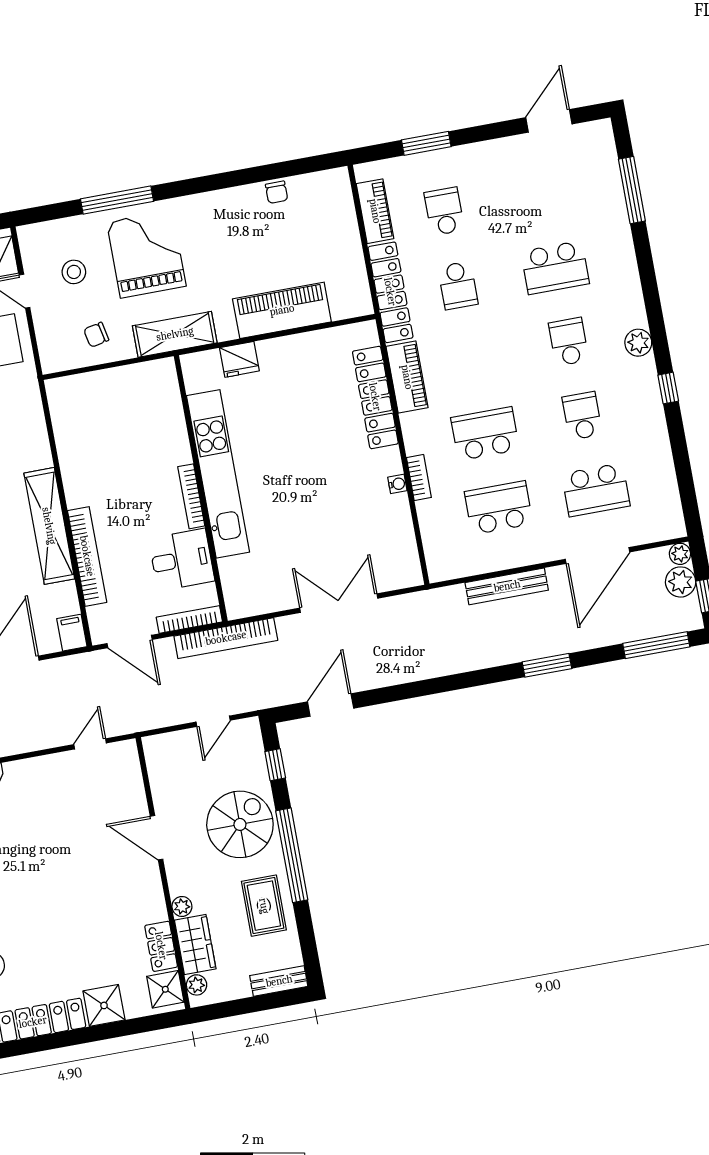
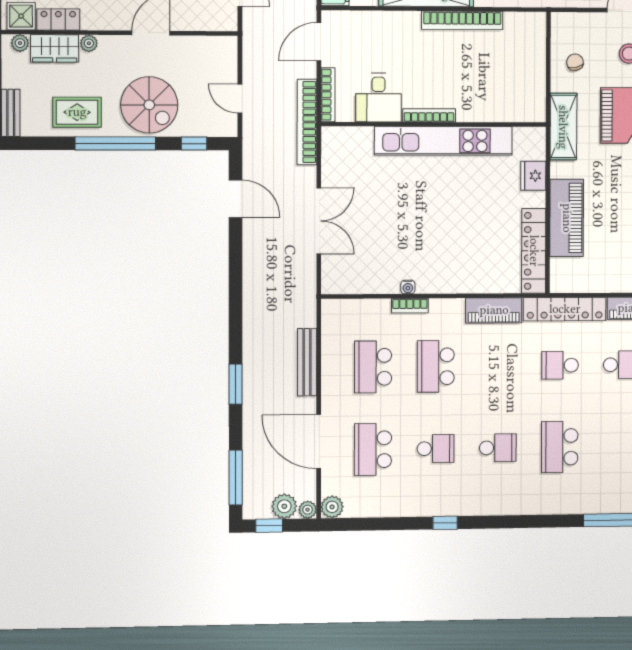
plant: (638, 343) -> (332, 507), moved
locker: (375, 397) -> (534, 251), moved, turned -90
school desk: (485, 434) -> (436, 366), turned 180
school desk: (499, 508) -> (373, 367), turned 180
bookcase: (87, 556) -> (462, 20), moved

